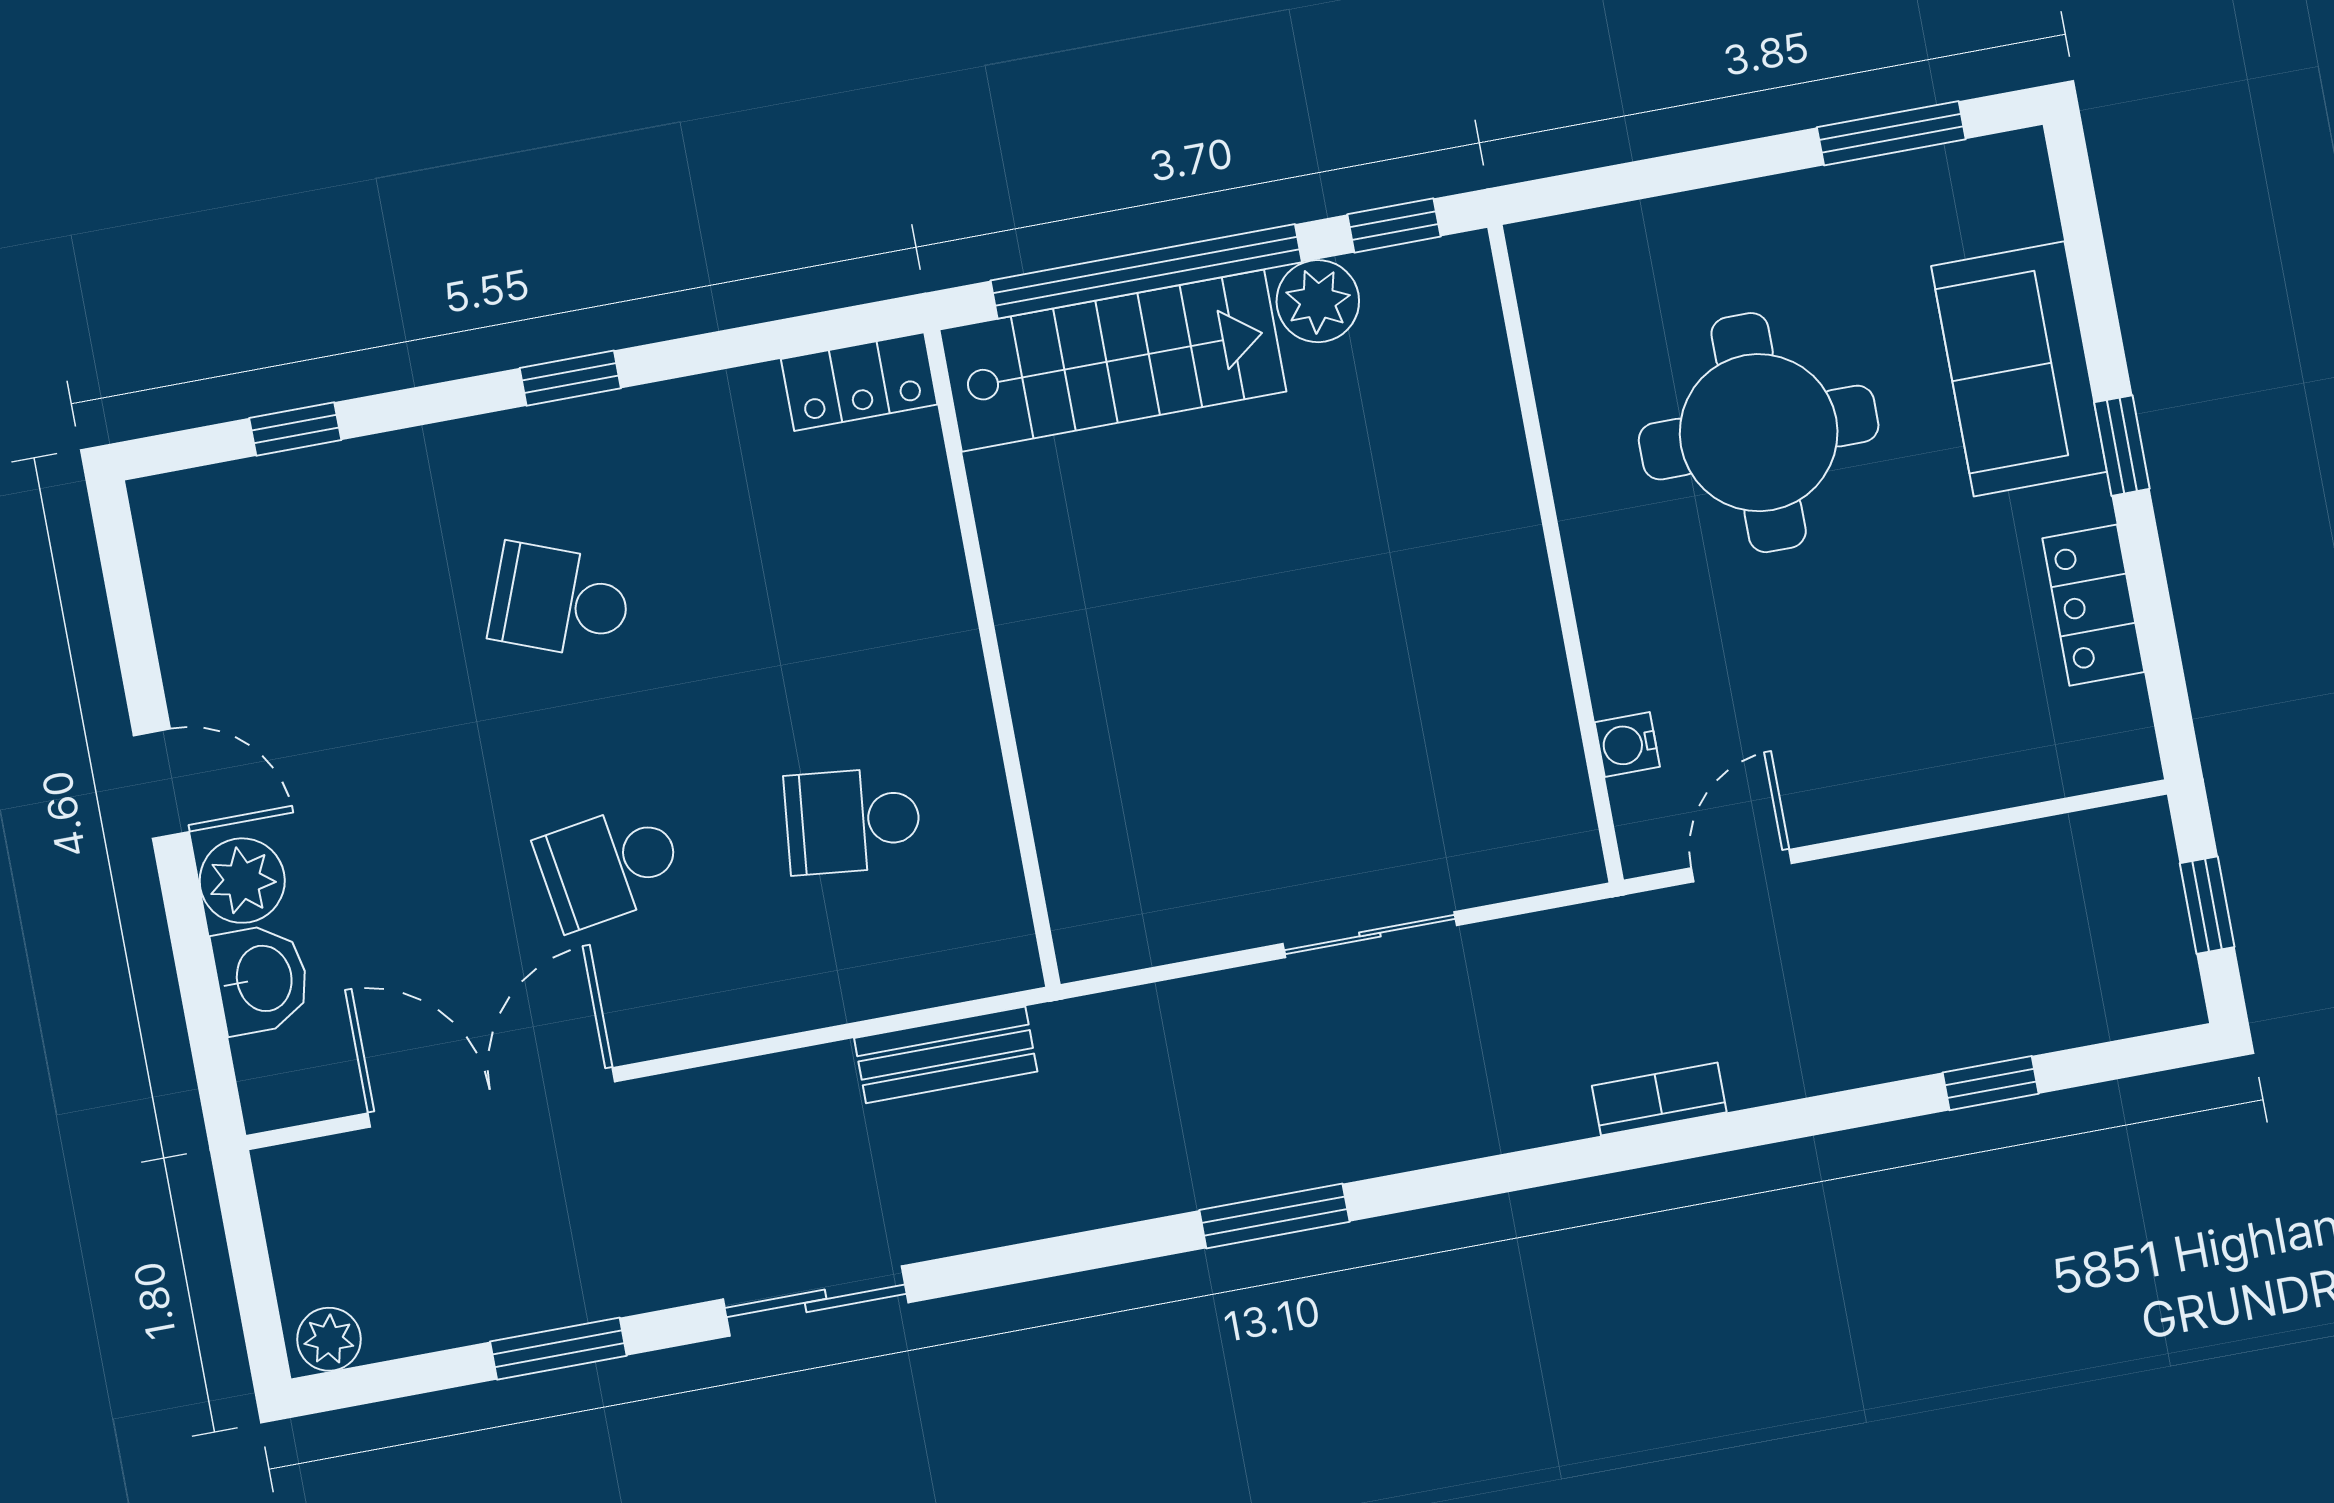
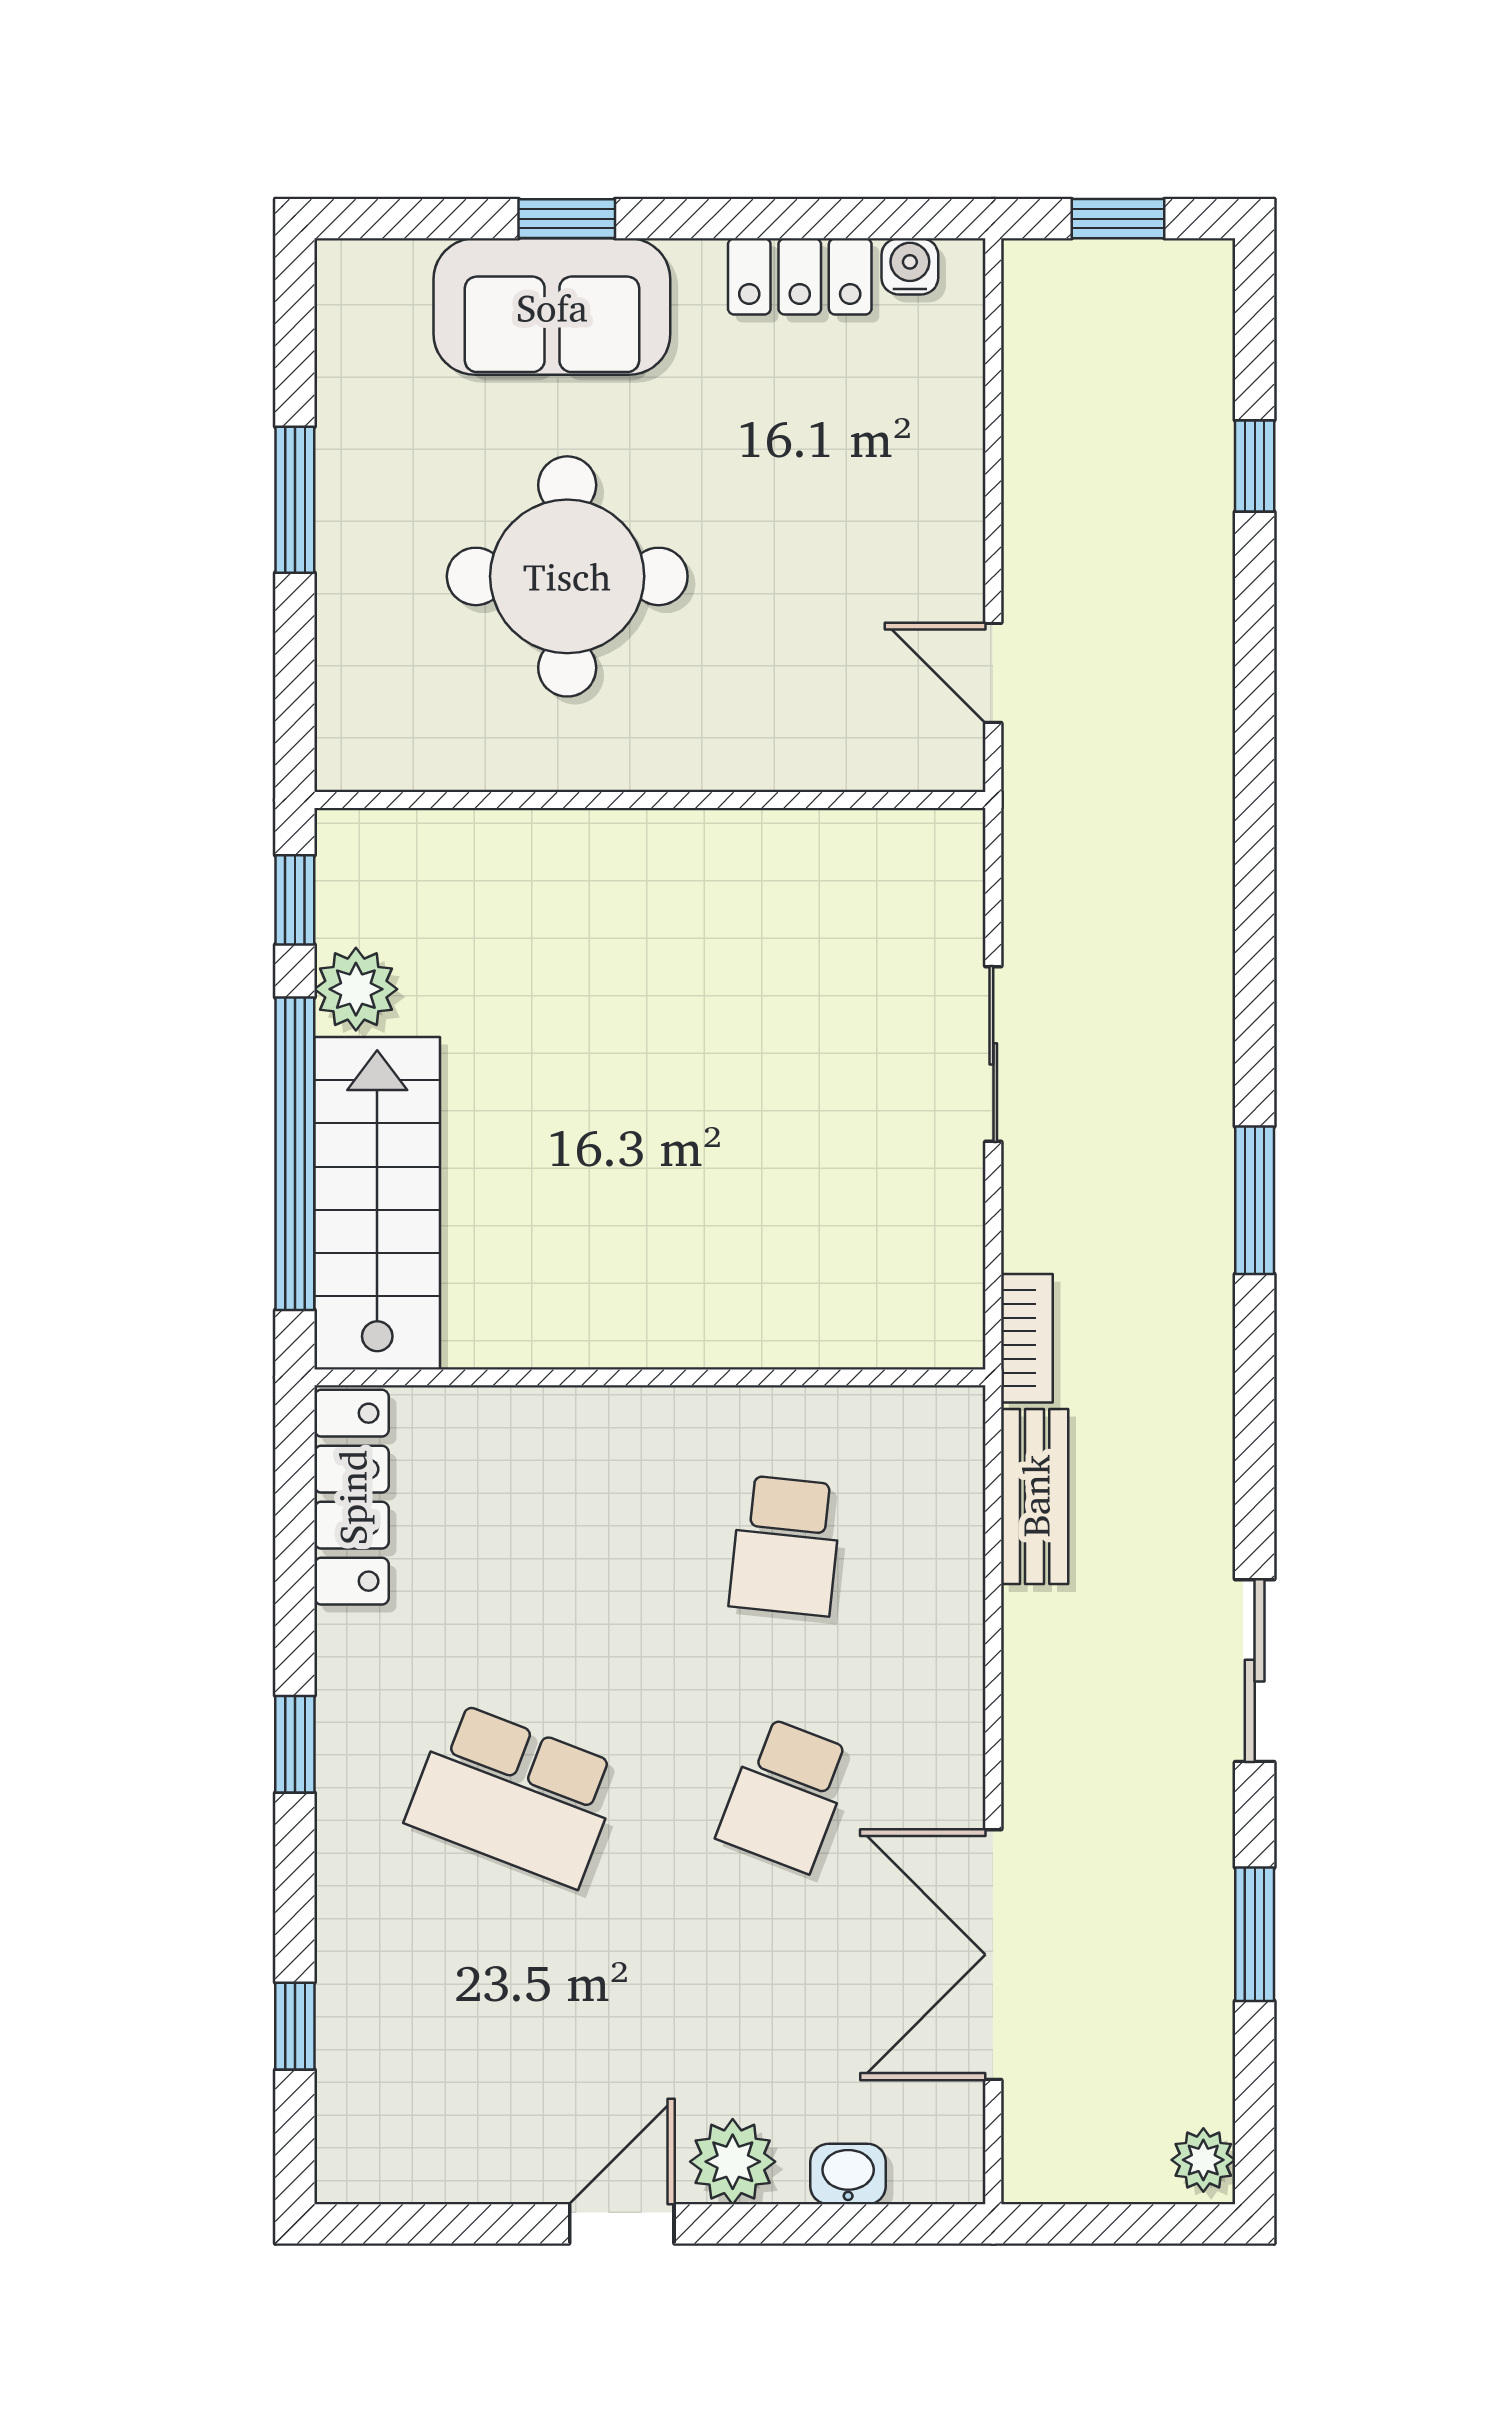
window: (1891, 133) -> (295, 500), moved
locker: (859, 382) -> (352, 1497), width x1.53
window: (2122, 446) -> (567, 219), moved
school desk: (561, 601) -> (514, 1795), width x1.85
water cooler: (1627, 745) -> (910, 266), moved, turned 180
school desk: (610, 866) -> (786, 1795), turned 30
washbasin: (262, 979) -> (848, 2174), width x0.72, depth x0.69
bookcase: (1659, 1099) -> (1027, 1338), moved, turned 180

